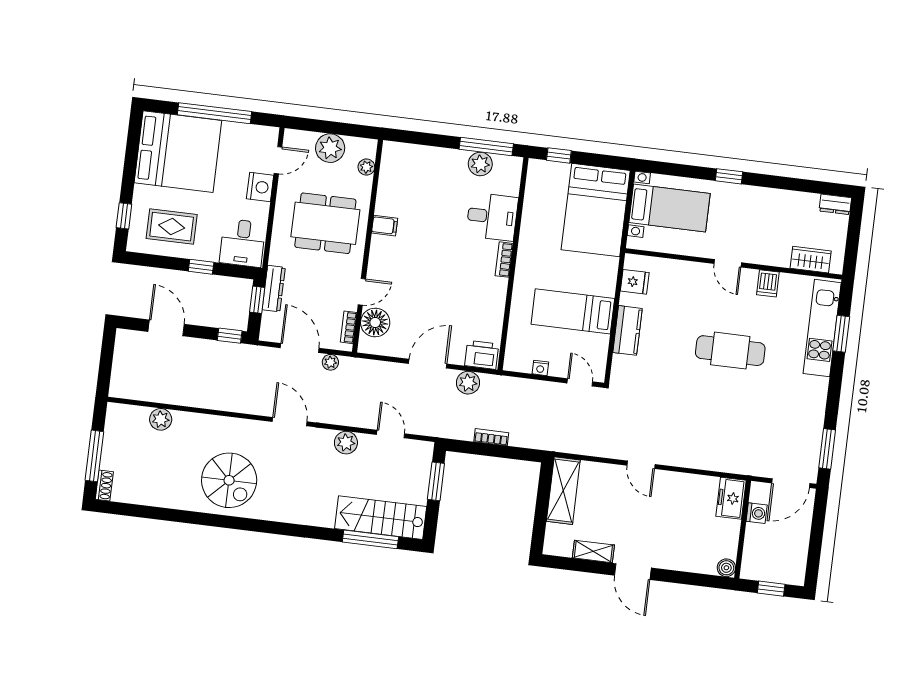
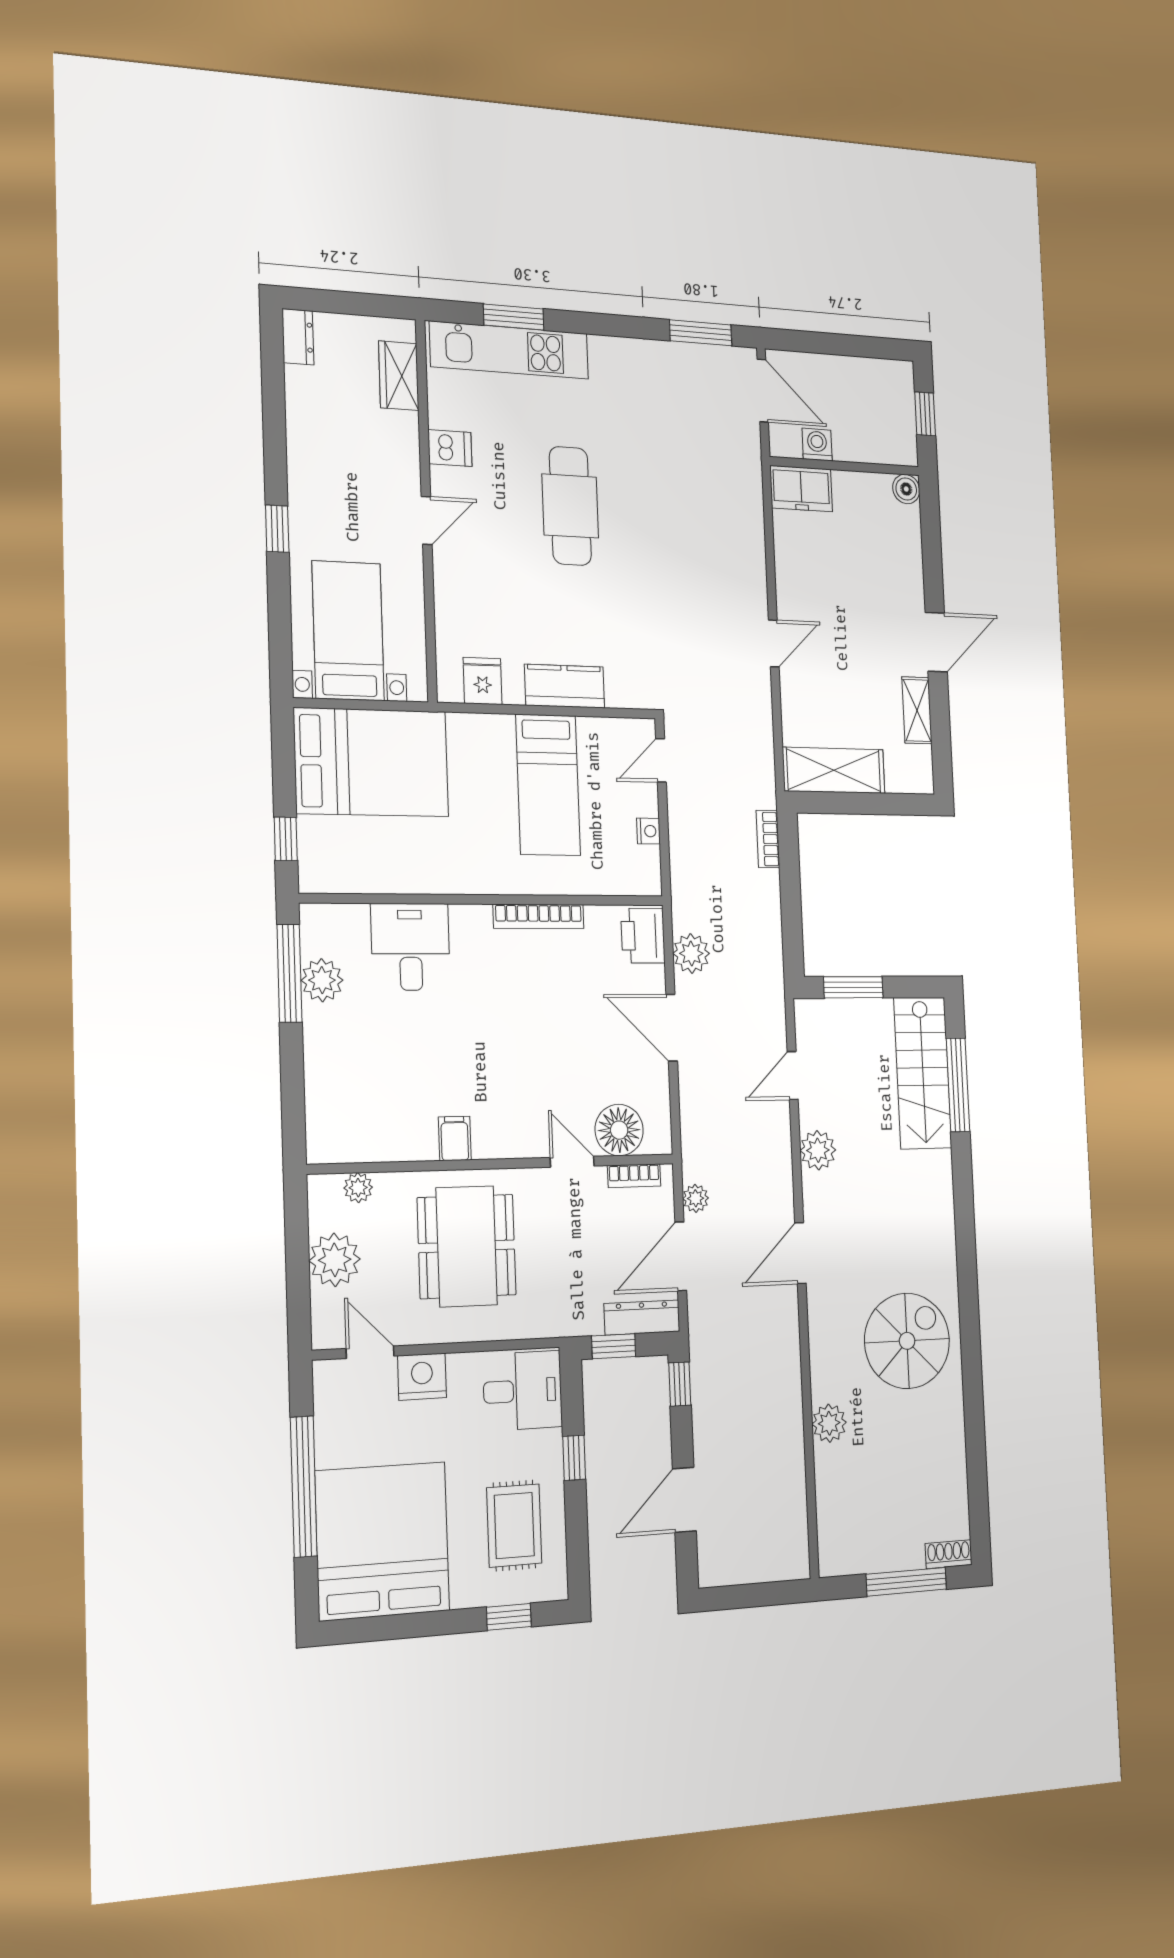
bookcase: (504, 260) -> (539, 916), moved, width x1.56
dresser: (274, 289) -> (642, 1318), moved
plant: (161, 419) -> (829, 1423), moved
bookcase: (491, 437) -> (768, 839), moved

